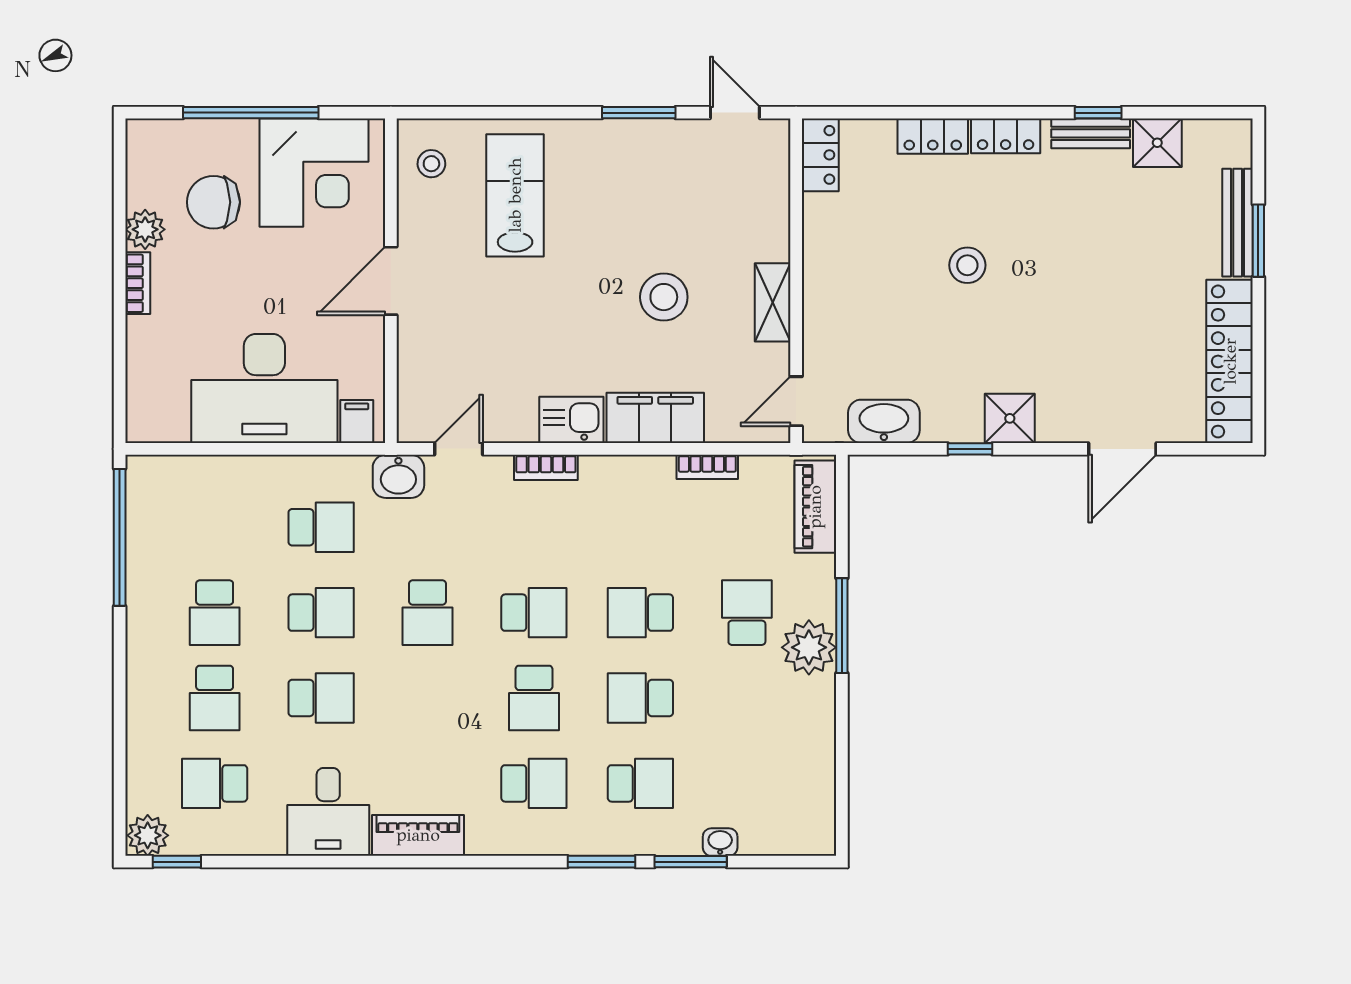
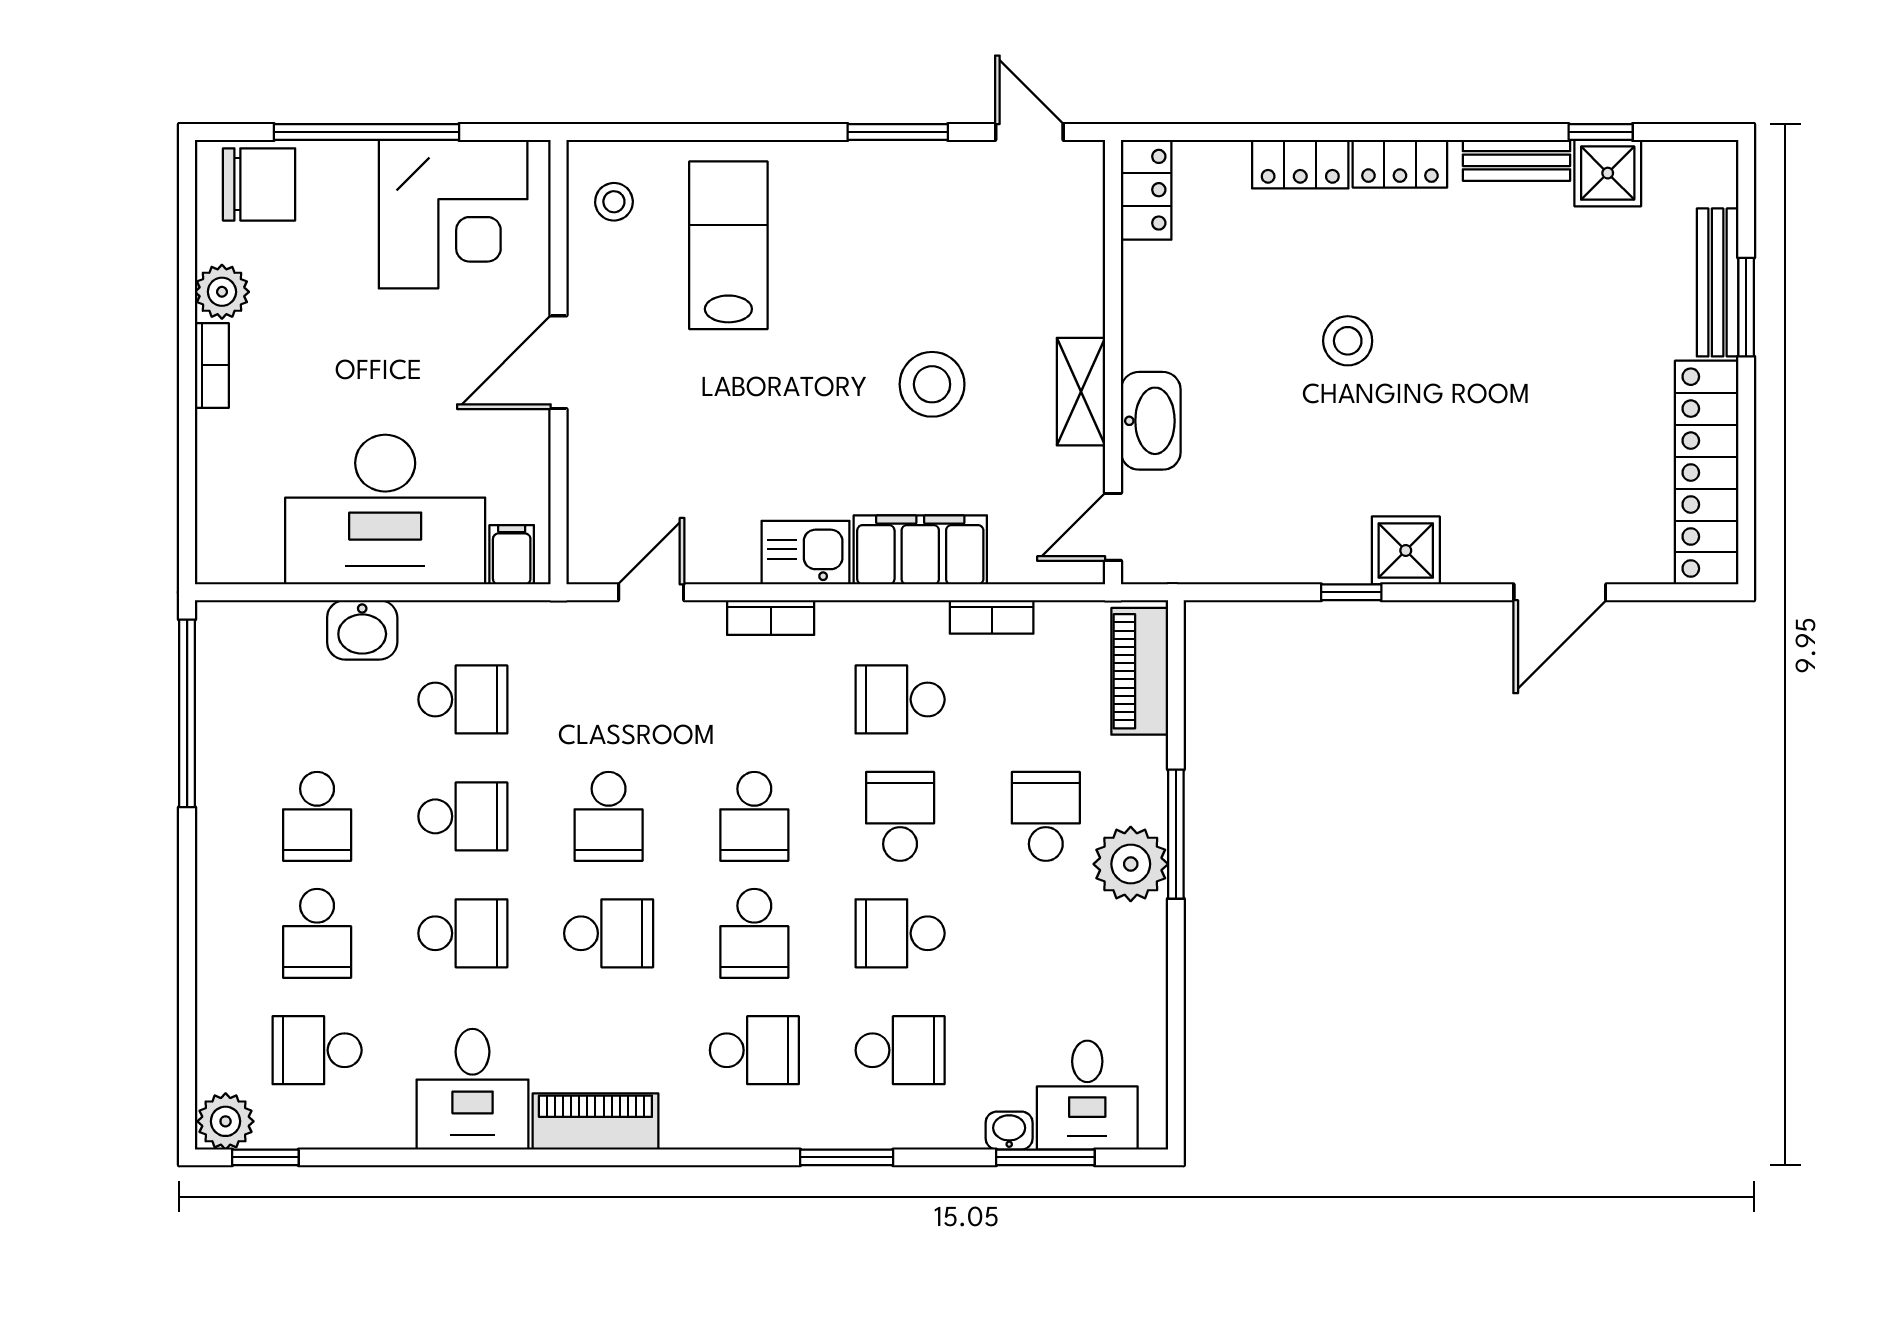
window: (1098, 113) -> (1601, 132), moved
chair: (213, 202) -> (259, 184), moved, turned 180
washbasin: (884, 421) -> (1151, 421), moved, turned 90
washbasin: (398, 476) -> (362, 630), moved
school desk: (640, 527) -> (900, 699), added
school desk: (534, 613) -> (754, 816), turned 90
school desk: (640, 613) -> (900, 816), turned 90
school desk: (428, 698) -> (609, 933), added
desk: (777, 816) -> (1087, 1095), added
window: (691, 862) -> (1045, 1157), moved

